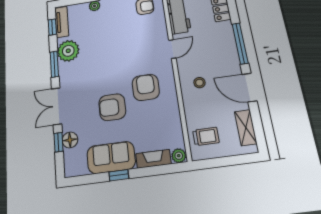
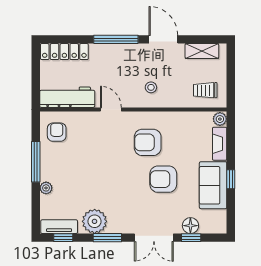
door: (250, 87) -> (163, 39), swing flipped
armchair: (112, 107) -> (163, 179), turned 90
trolley: (206, 136) -> (205, 90), turned -90

